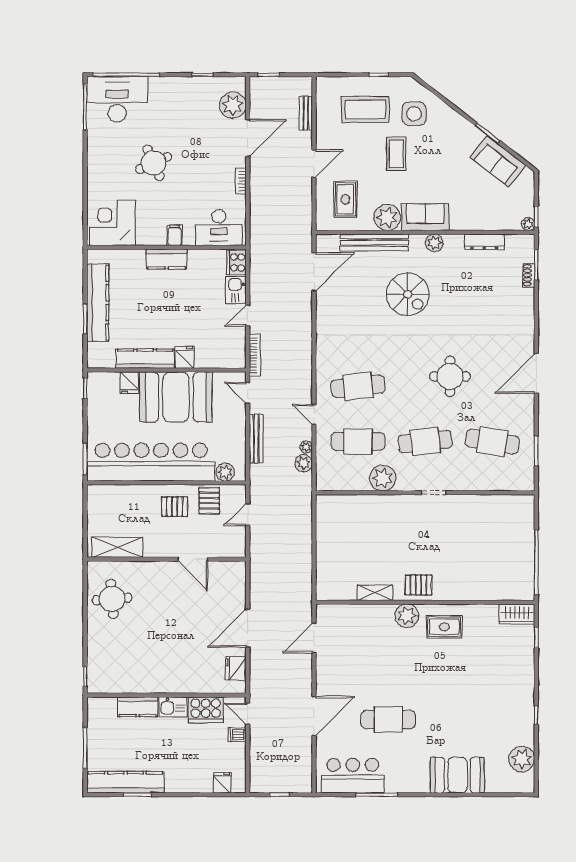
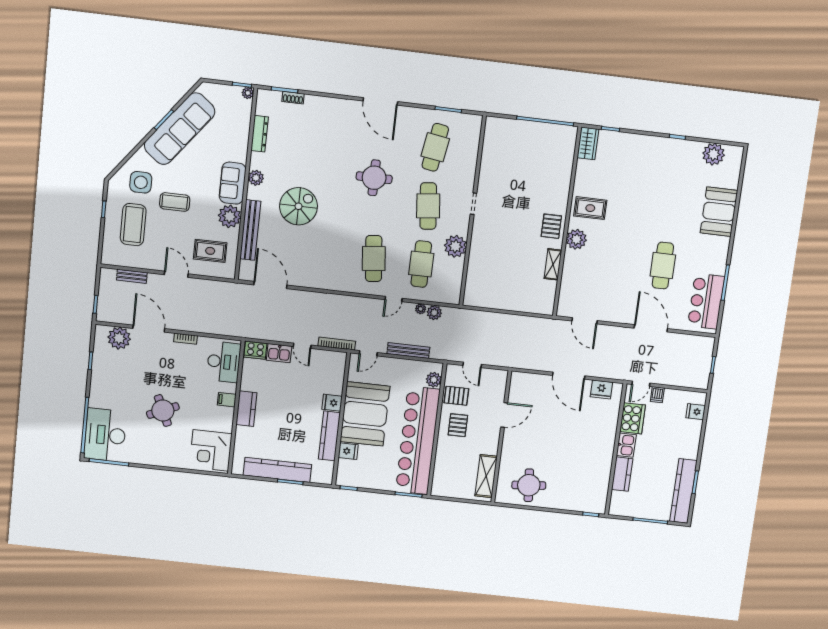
sofa: (498, 161) -> (180, 129), width x1.85, depth x1.27
rug: (444, 627) -> (590, 208), turned 90

